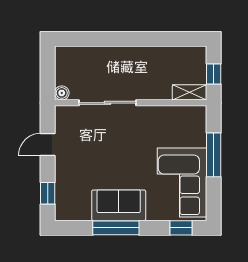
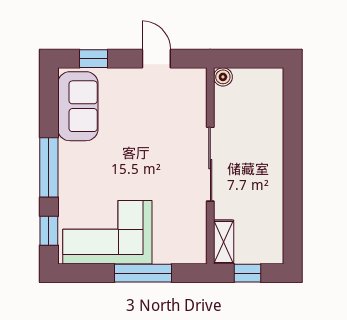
sliding door: (107, 103) -> (210, 164), moved
sofa: (119, 205) -> (78, 106), moved
window: (116, 228) -> (49, 167), moved

